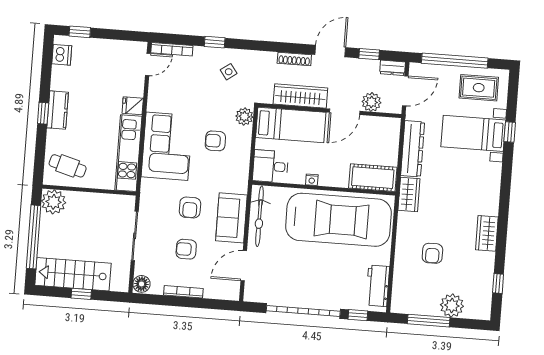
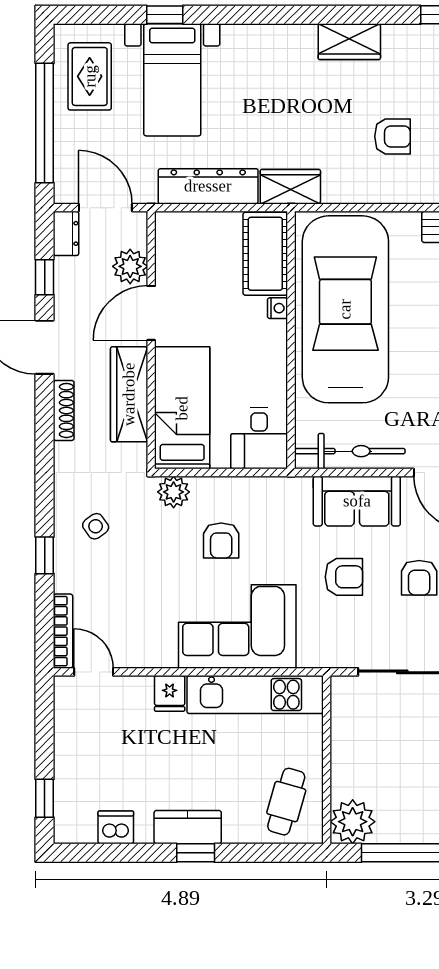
dishwasher: (62, 55) -> (116, 827), moved
door: (345, 112) -> (151, 313), swing flipped
nightstand: (312, 180) -> (277, 308), moved

